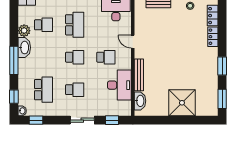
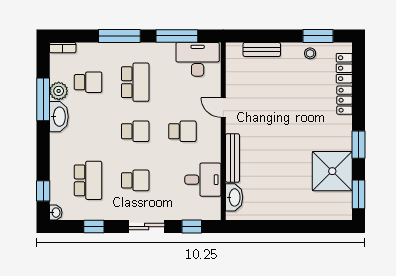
window: (14, 60) -> (43, 99), moved
desk: (119, 85) -> (203, 180), width x0.73
shower: (182, 103) -> (332, 171), moved
window: (36, 120) -> (94, 227), moved

